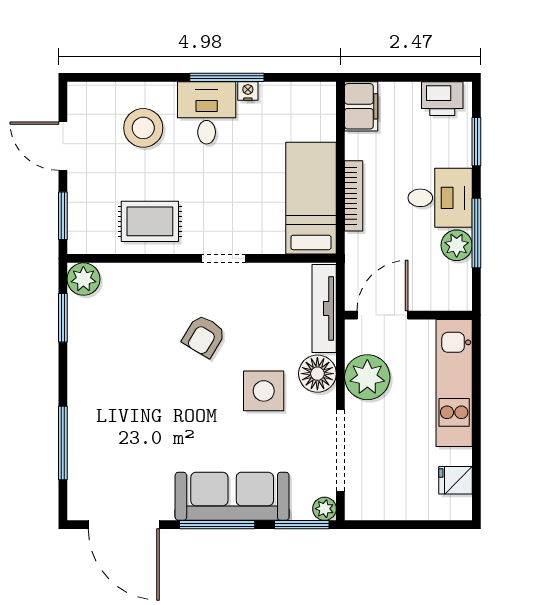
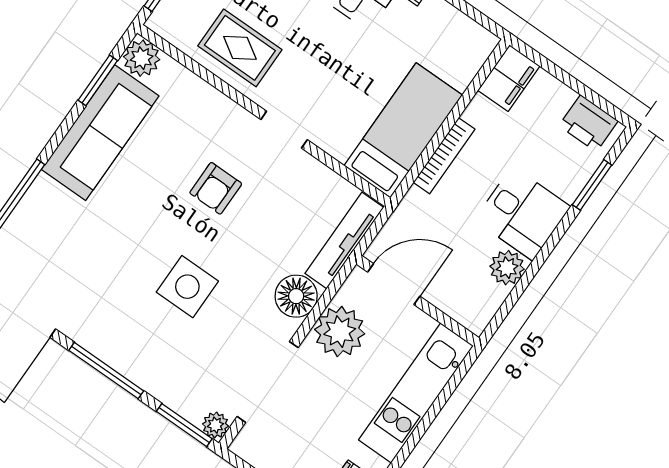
window: (476, 233) -> (533, 269), removed
armchair: (204, 336) -> (216, 188), turned -31
side table: (264, 391) -> (187, 287), moved
sofa: (232, 496) -> (100, 133), moved, turned 90

